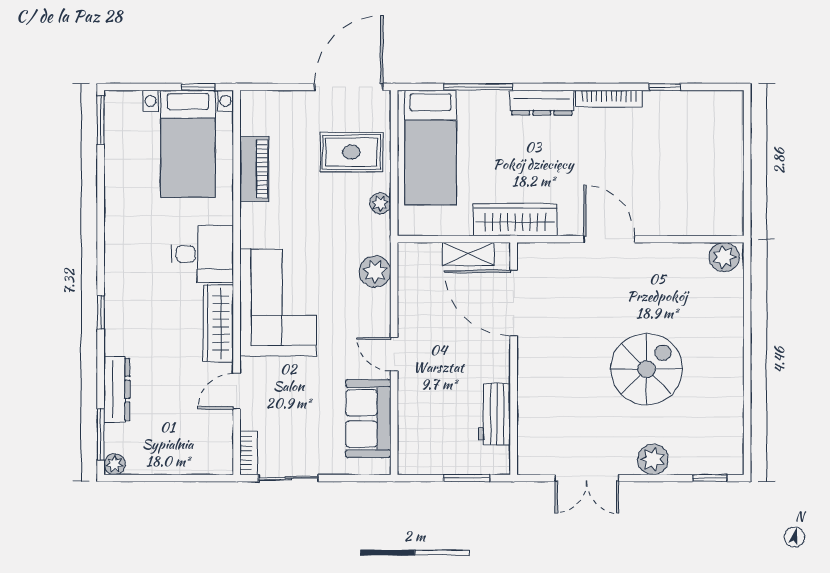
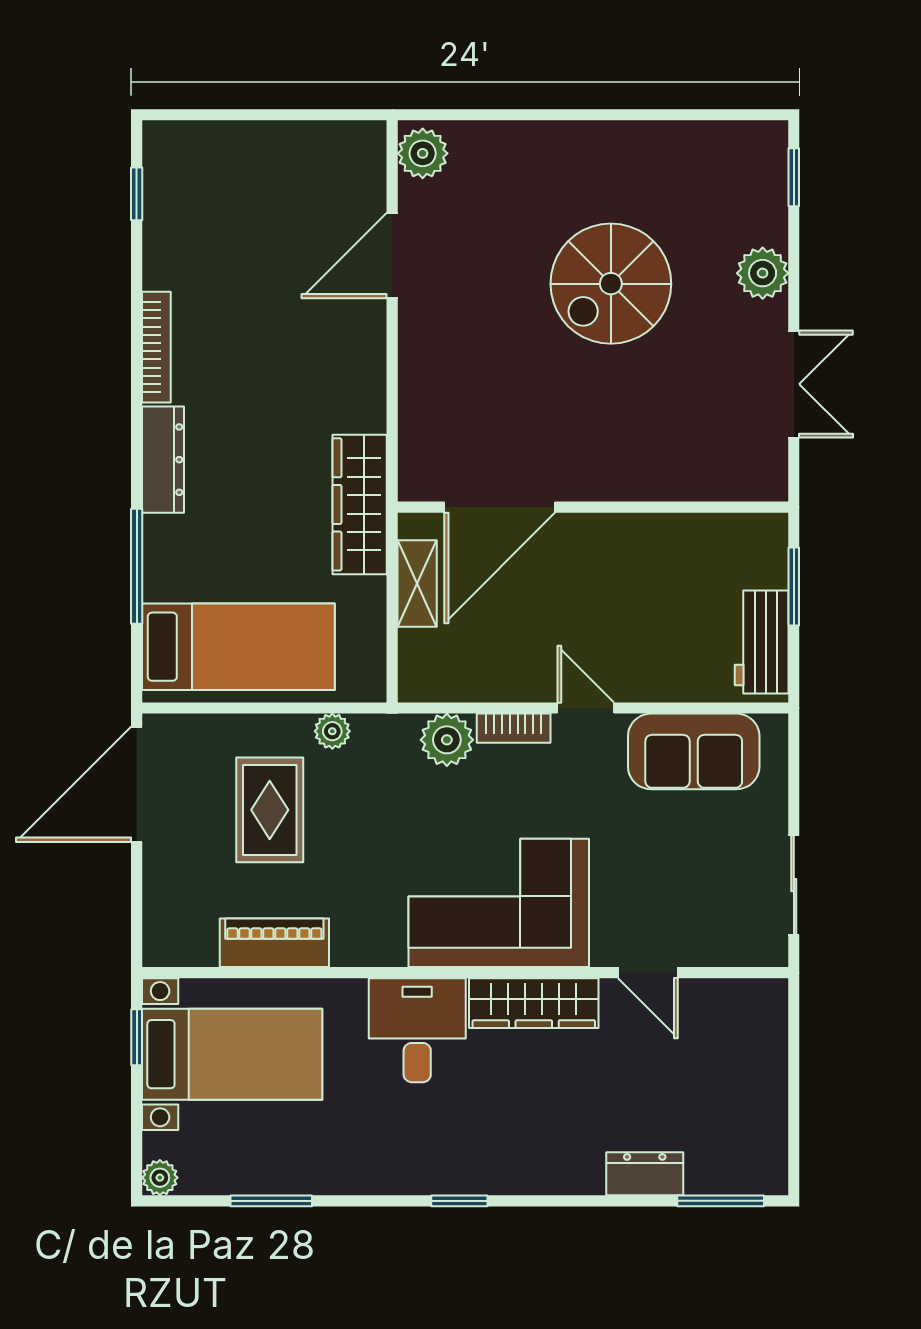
door: (349, 87) -> (137, 784), hinge flipped
window: (665, 87) -> (137, 194), moved
window: (101, 120) -> (271, 1201), moved
rug: (351, 152) -> (270, 810), moved
door: (609, 239) -> (392, 255), moved
window: (101, 312) -> (459, 1201), moved
door: (394, 354) -> (586, 708), swing flipped
spiral stairs: (647, 369) -> (611, 284), turned -90
dresser: (117, 389) -> (645, 1174), width x0.70
workbench: (494, 414) -> (762, 642), moved, turned 90
bookcase: (249, 453) -> (514, 728), moved, turned 180
plant: (115, 464) -> (160, 1178), moved

